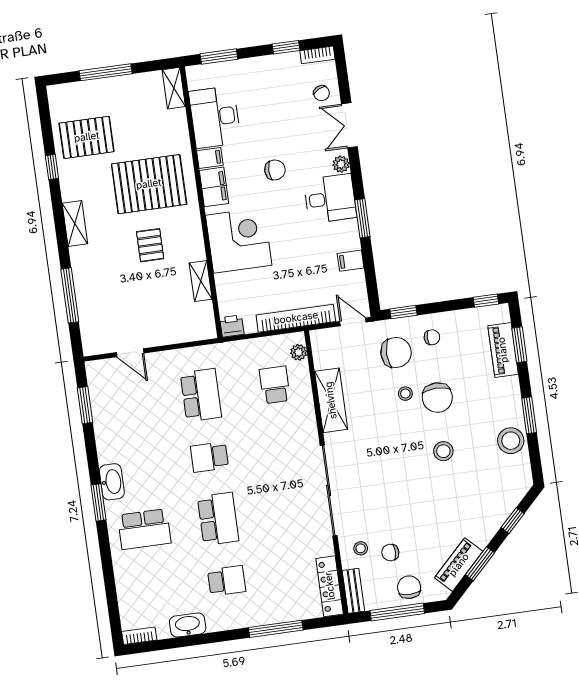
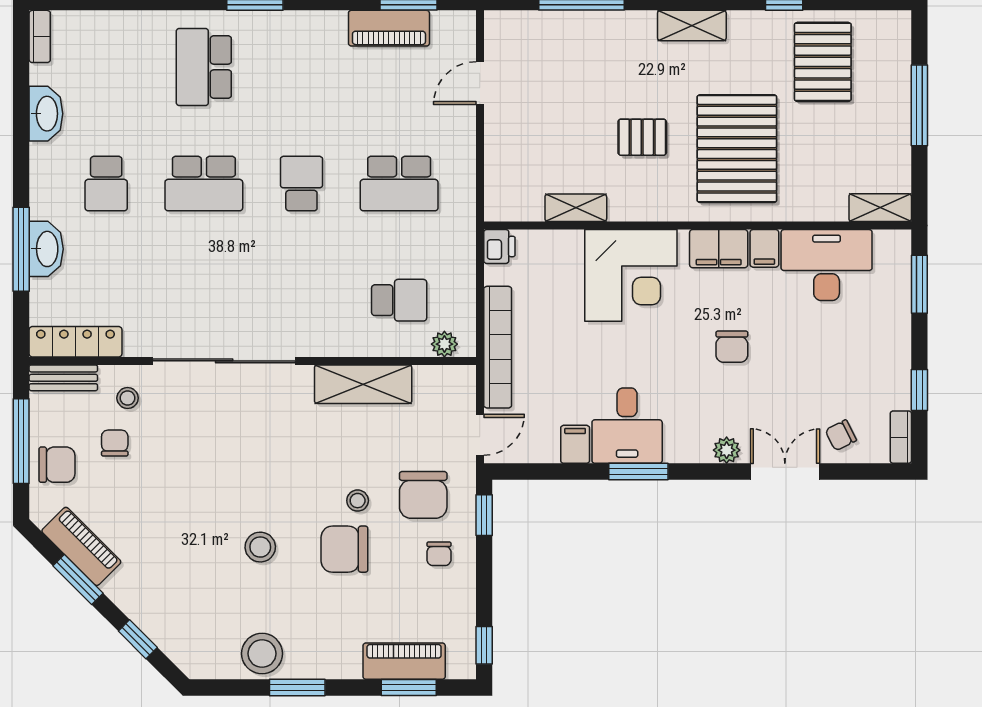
desk: (330, 199) -> (627, 426), moved
piano: (103, 415) -> (389, 28), added
washbasin: (112, 482) -> (46, 249), moved, turned -90

